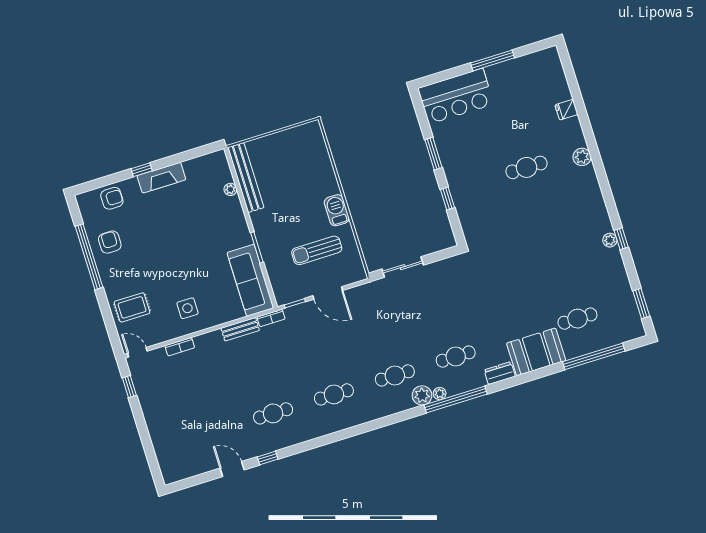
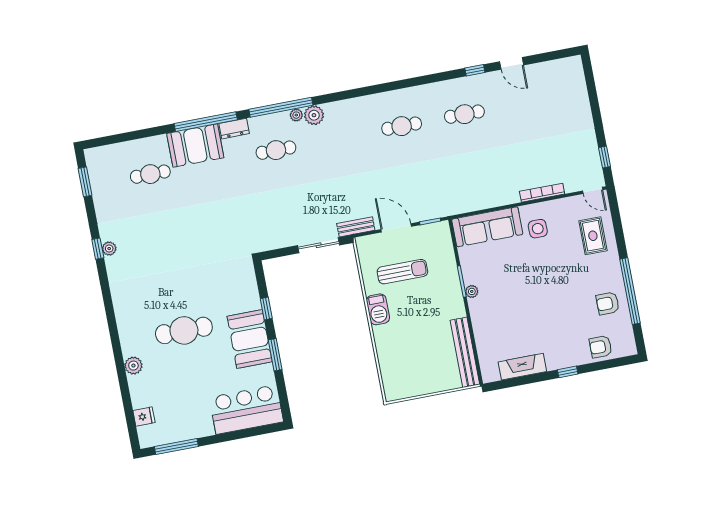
window: (492, 60) -> (176, 447), moved
fridge: (566, 110) -> (144, 417), moved
plant: (582, 157) -> (133, 366), moved
booth: (461, 166) -> (250, 339), added
cafe table: (527, 167) -> (184, 330), width x1.37, depth x1.35
fireplace: (161, 178) -> (522, 367), moved
plant: (230, 189) -> (472, 291), moved
armchair: (110, 242) -> (608, 303), turned 90
sofa: (250, 280) -> (487, 227), moved, turned 90
rug: (132, 307) -> (593, 236), turned 90
bookcase: (271, 318) -> (456, 209), removed
bench: (240, 329) -> (356, 227), moved
bookcase: (180, 347) -> (542, 193), width x1.56
window: (594, 356) -> (206, 122), moved
cafe table: (395, 375) -> (339, 138), removed

